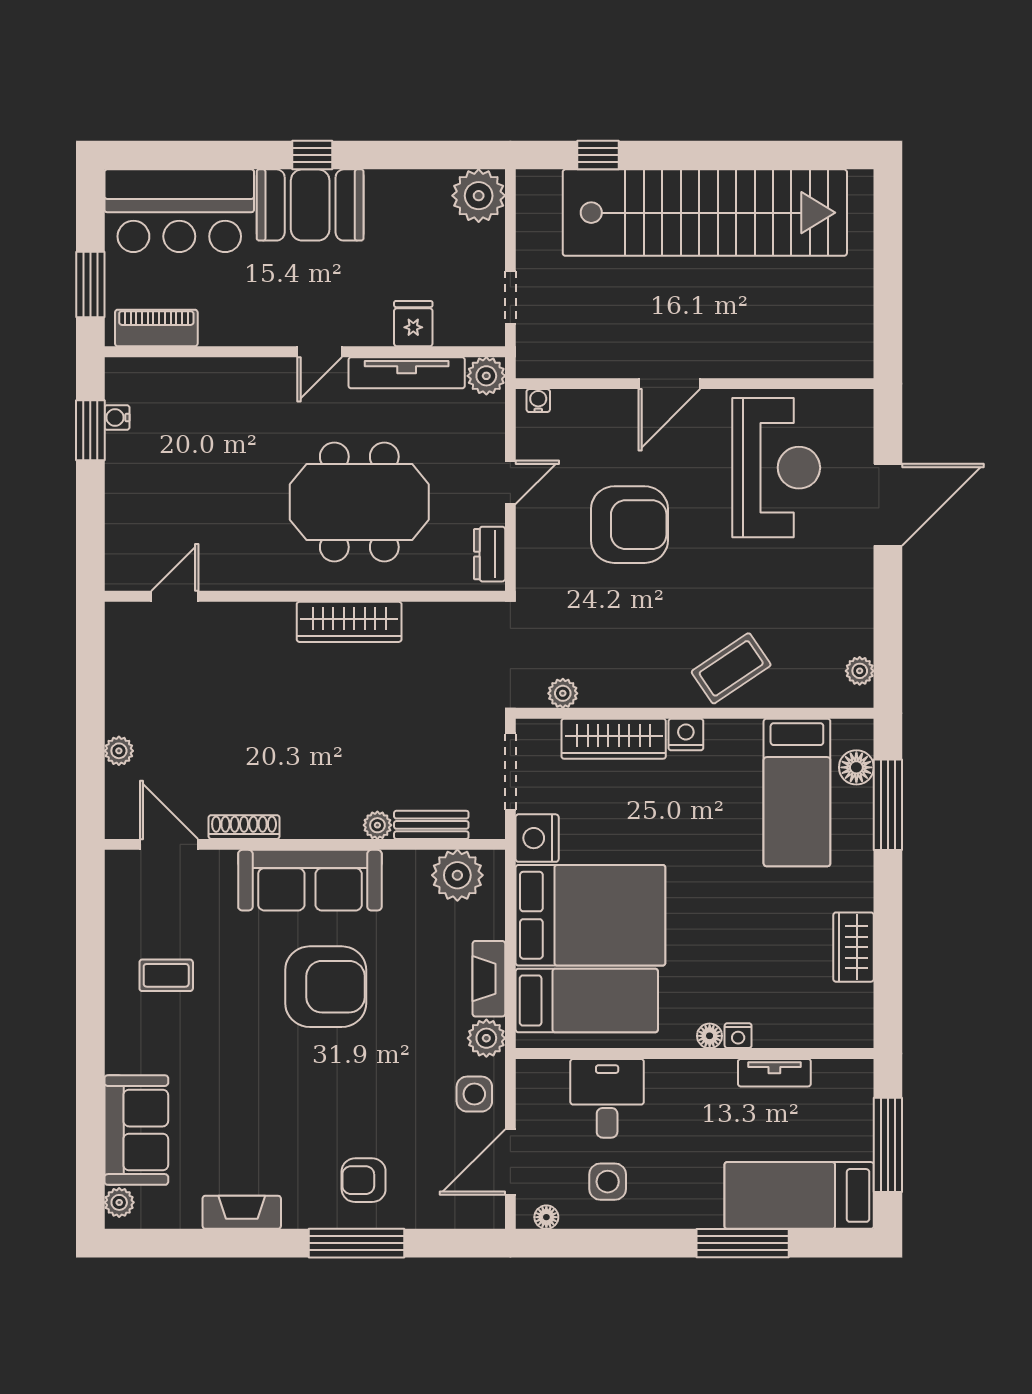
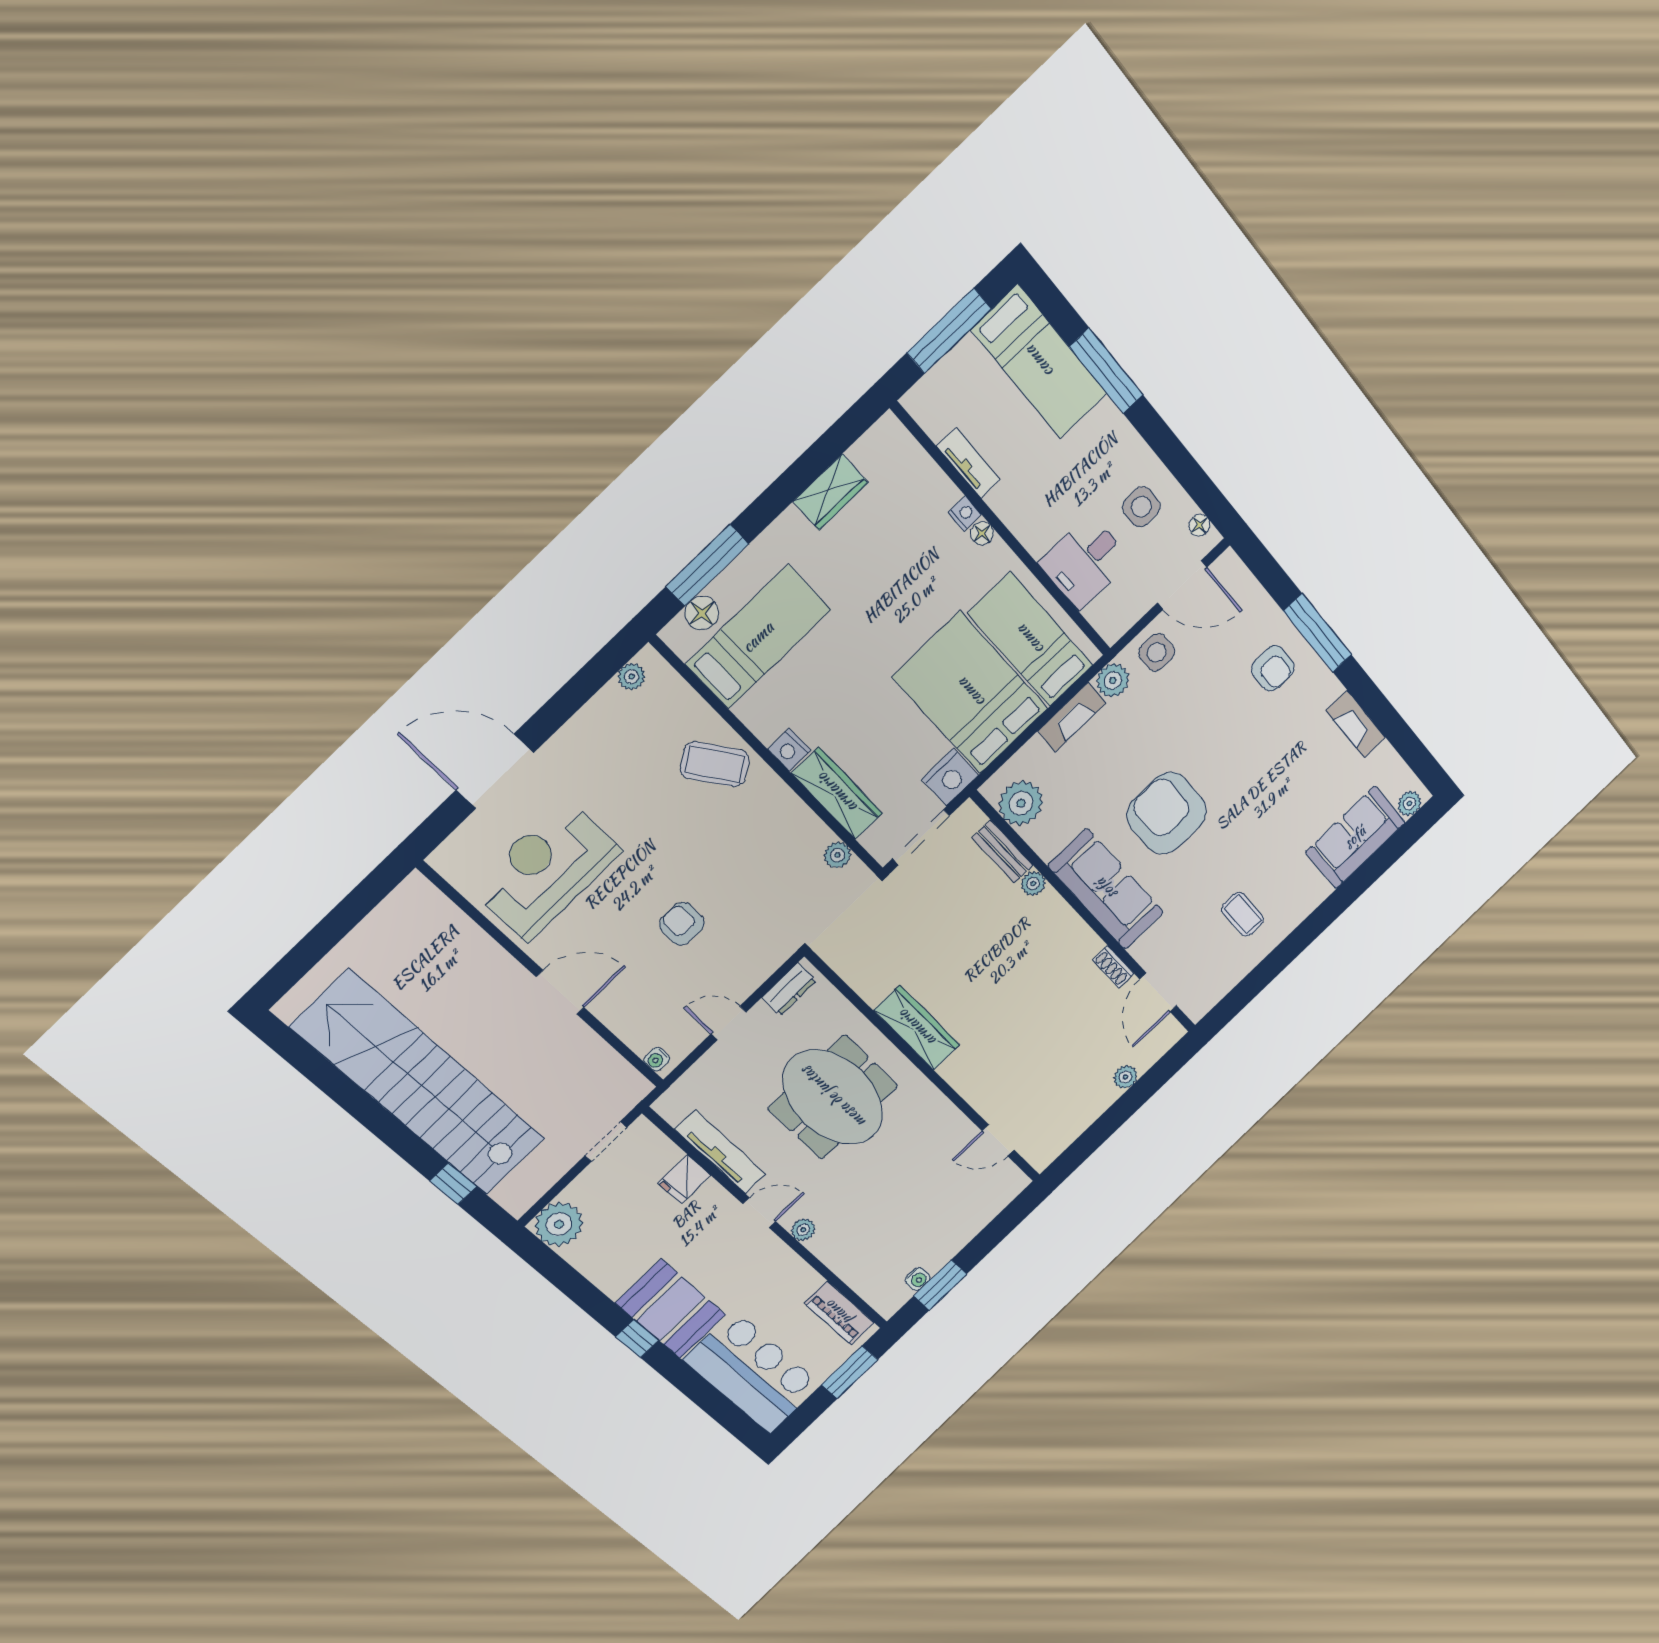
plant: (486, 376) -> (803, 1230), moved, width x0.73, depth x0.73
armchair: (629, 525) -> (682, 924), width x0.53, depth x0.53
shoe rack: (244, 827) -> (1113, 967), width x0.70

